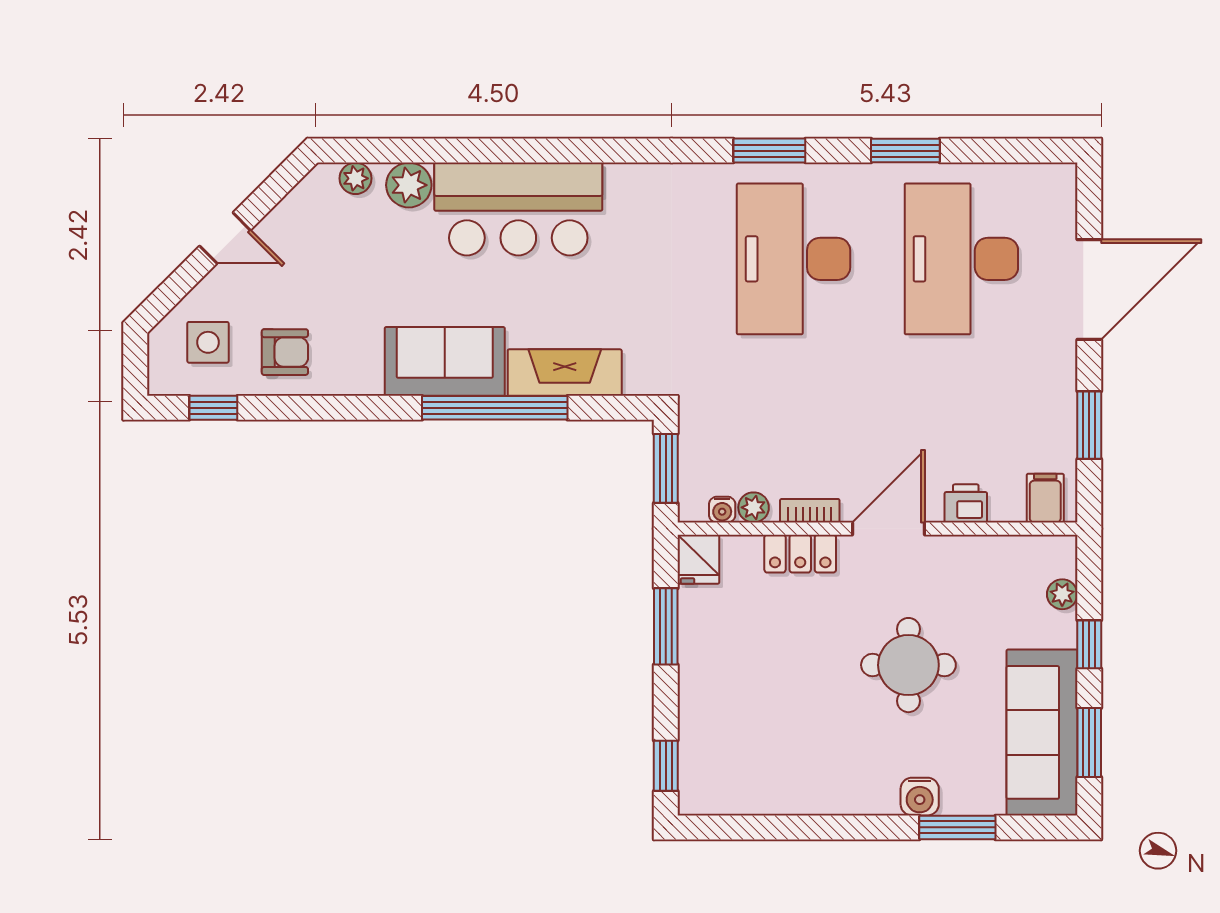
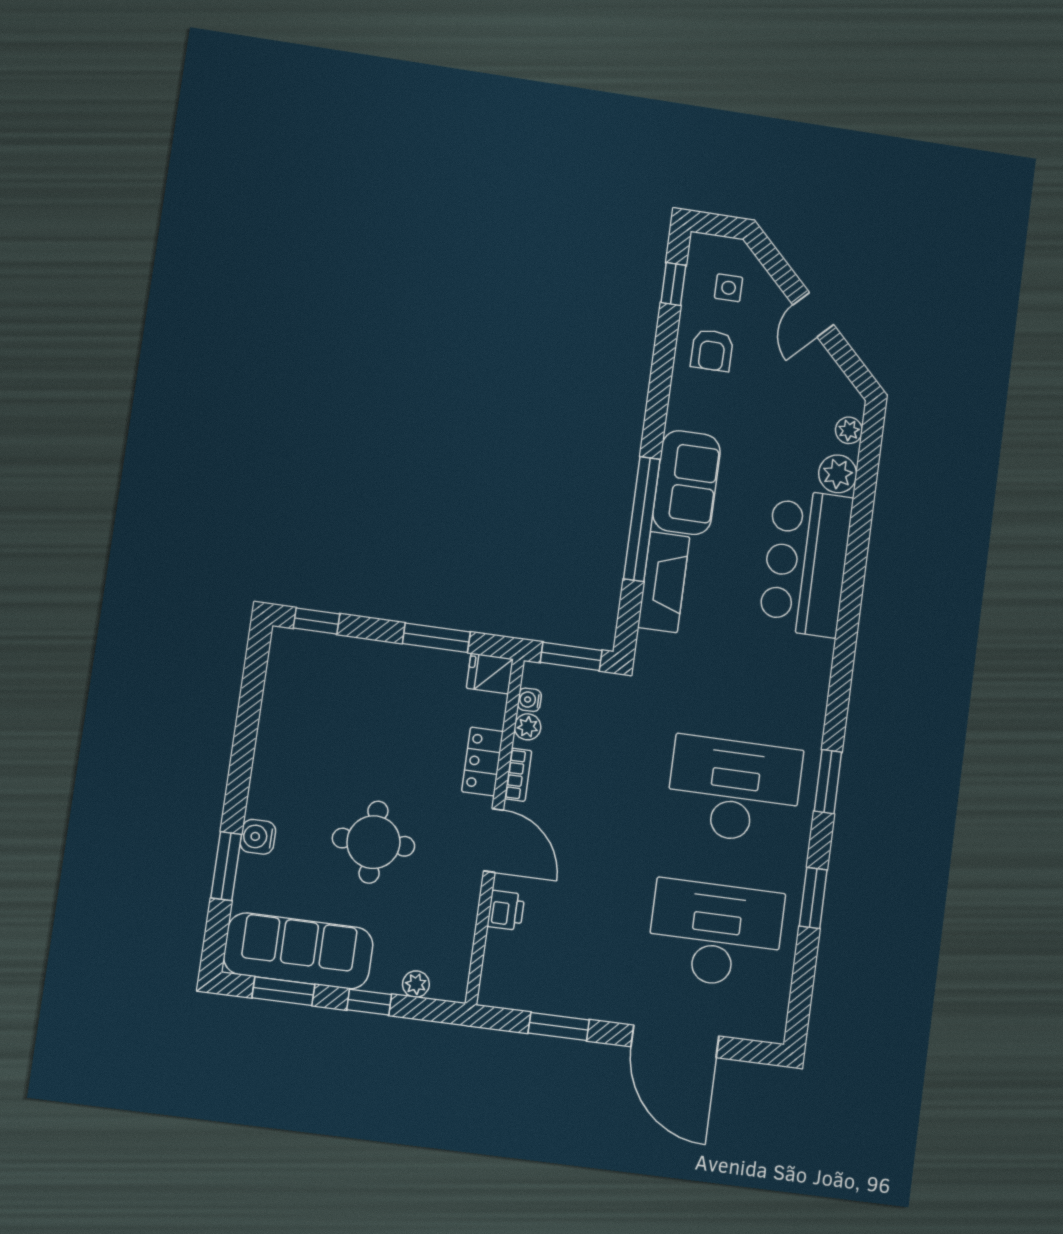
side table: (208, 342) -> (729, 288), width x0.73, depth x0.73
filing cabinet: (1045, 498) -> (501, 980), removed

